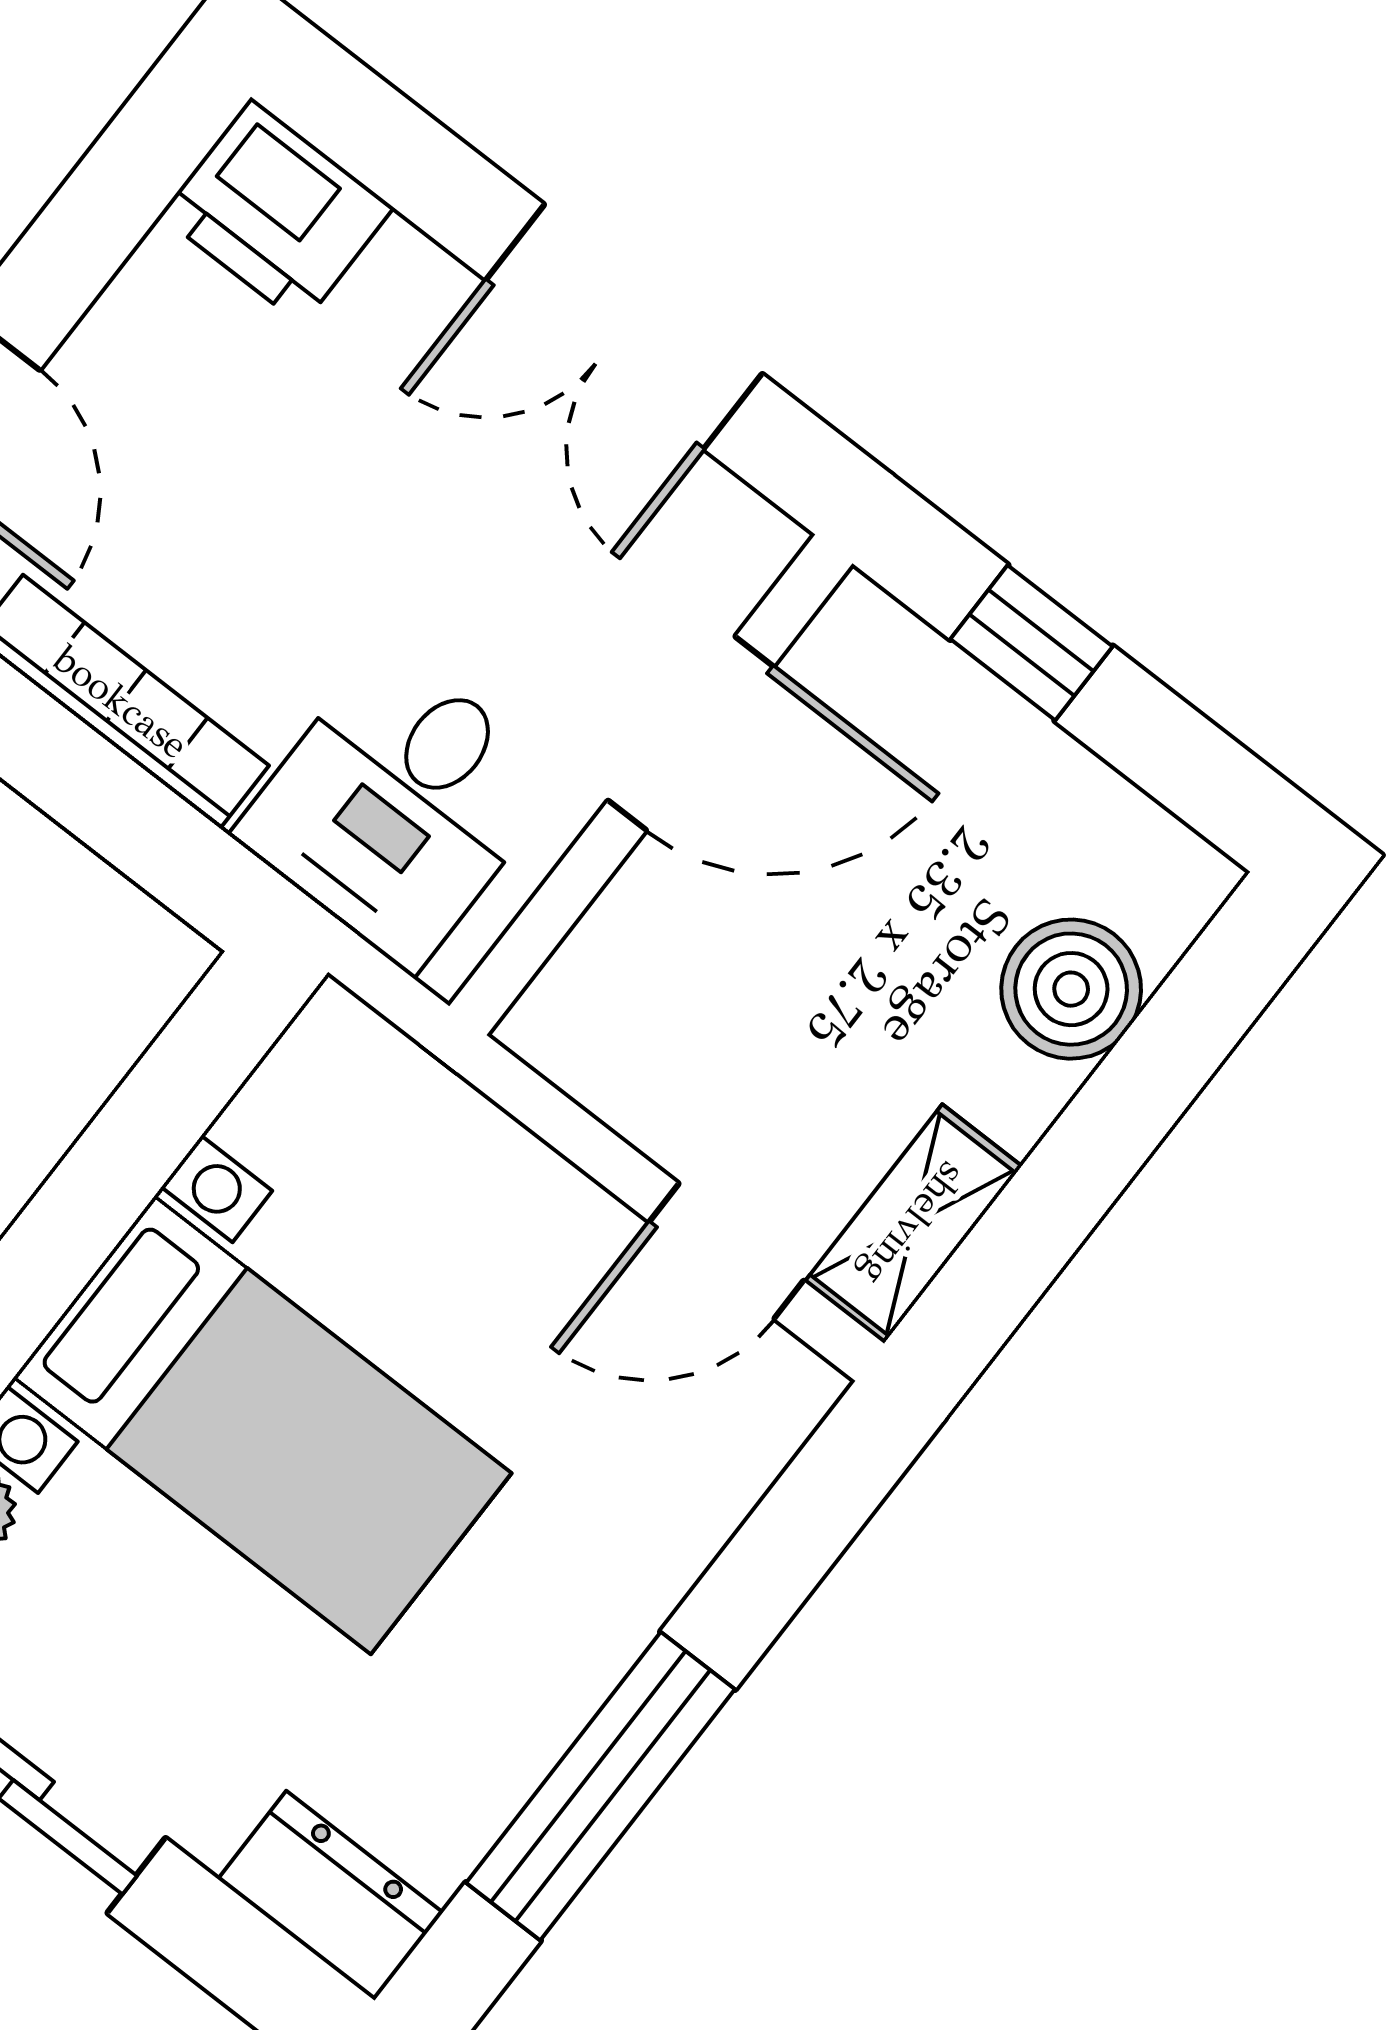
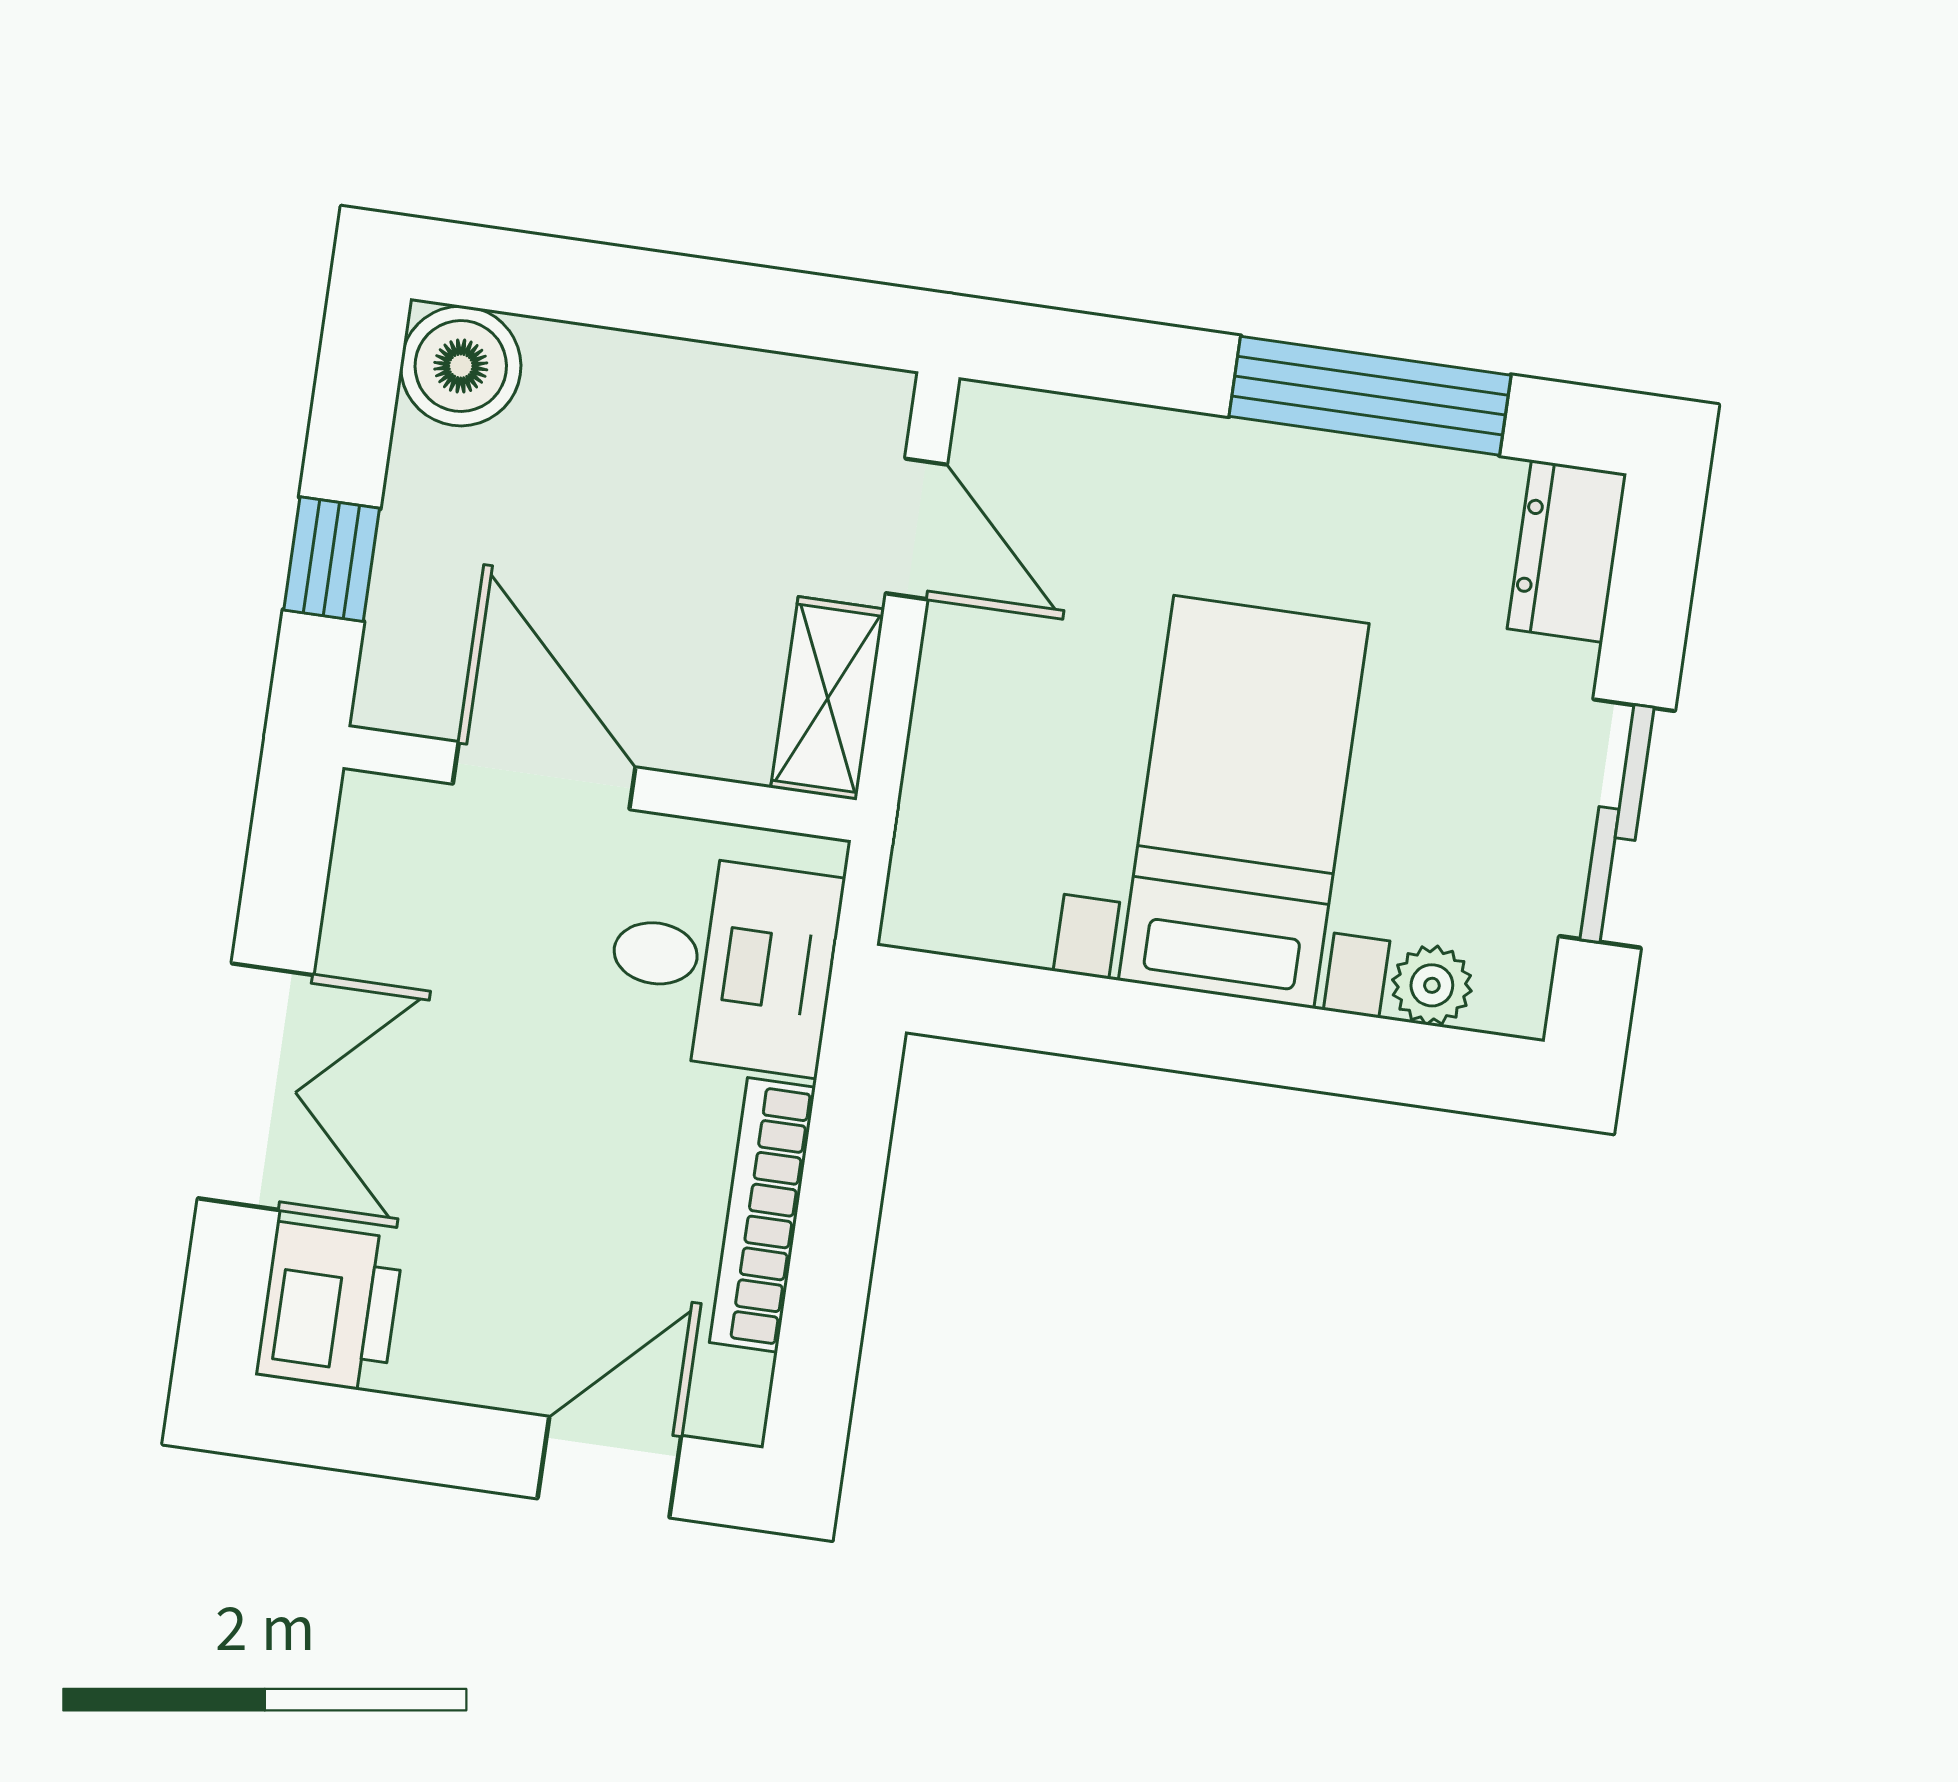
double door: (624, 327) -> (256, 1087), moved
boiler: (1071, 989) -> (461, 366), moved
shelving: (913, 1224) -> (828, 698), moved, turned 90

